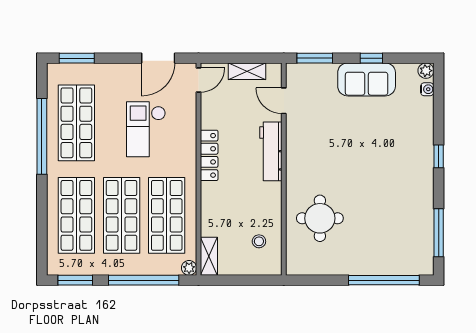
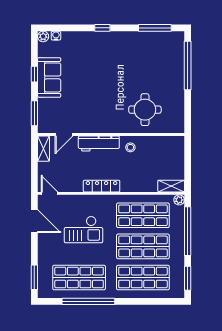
shelving: (247, 71) -> (43, 149), moved
stool: (259, 241) -> (130, 147), moved

